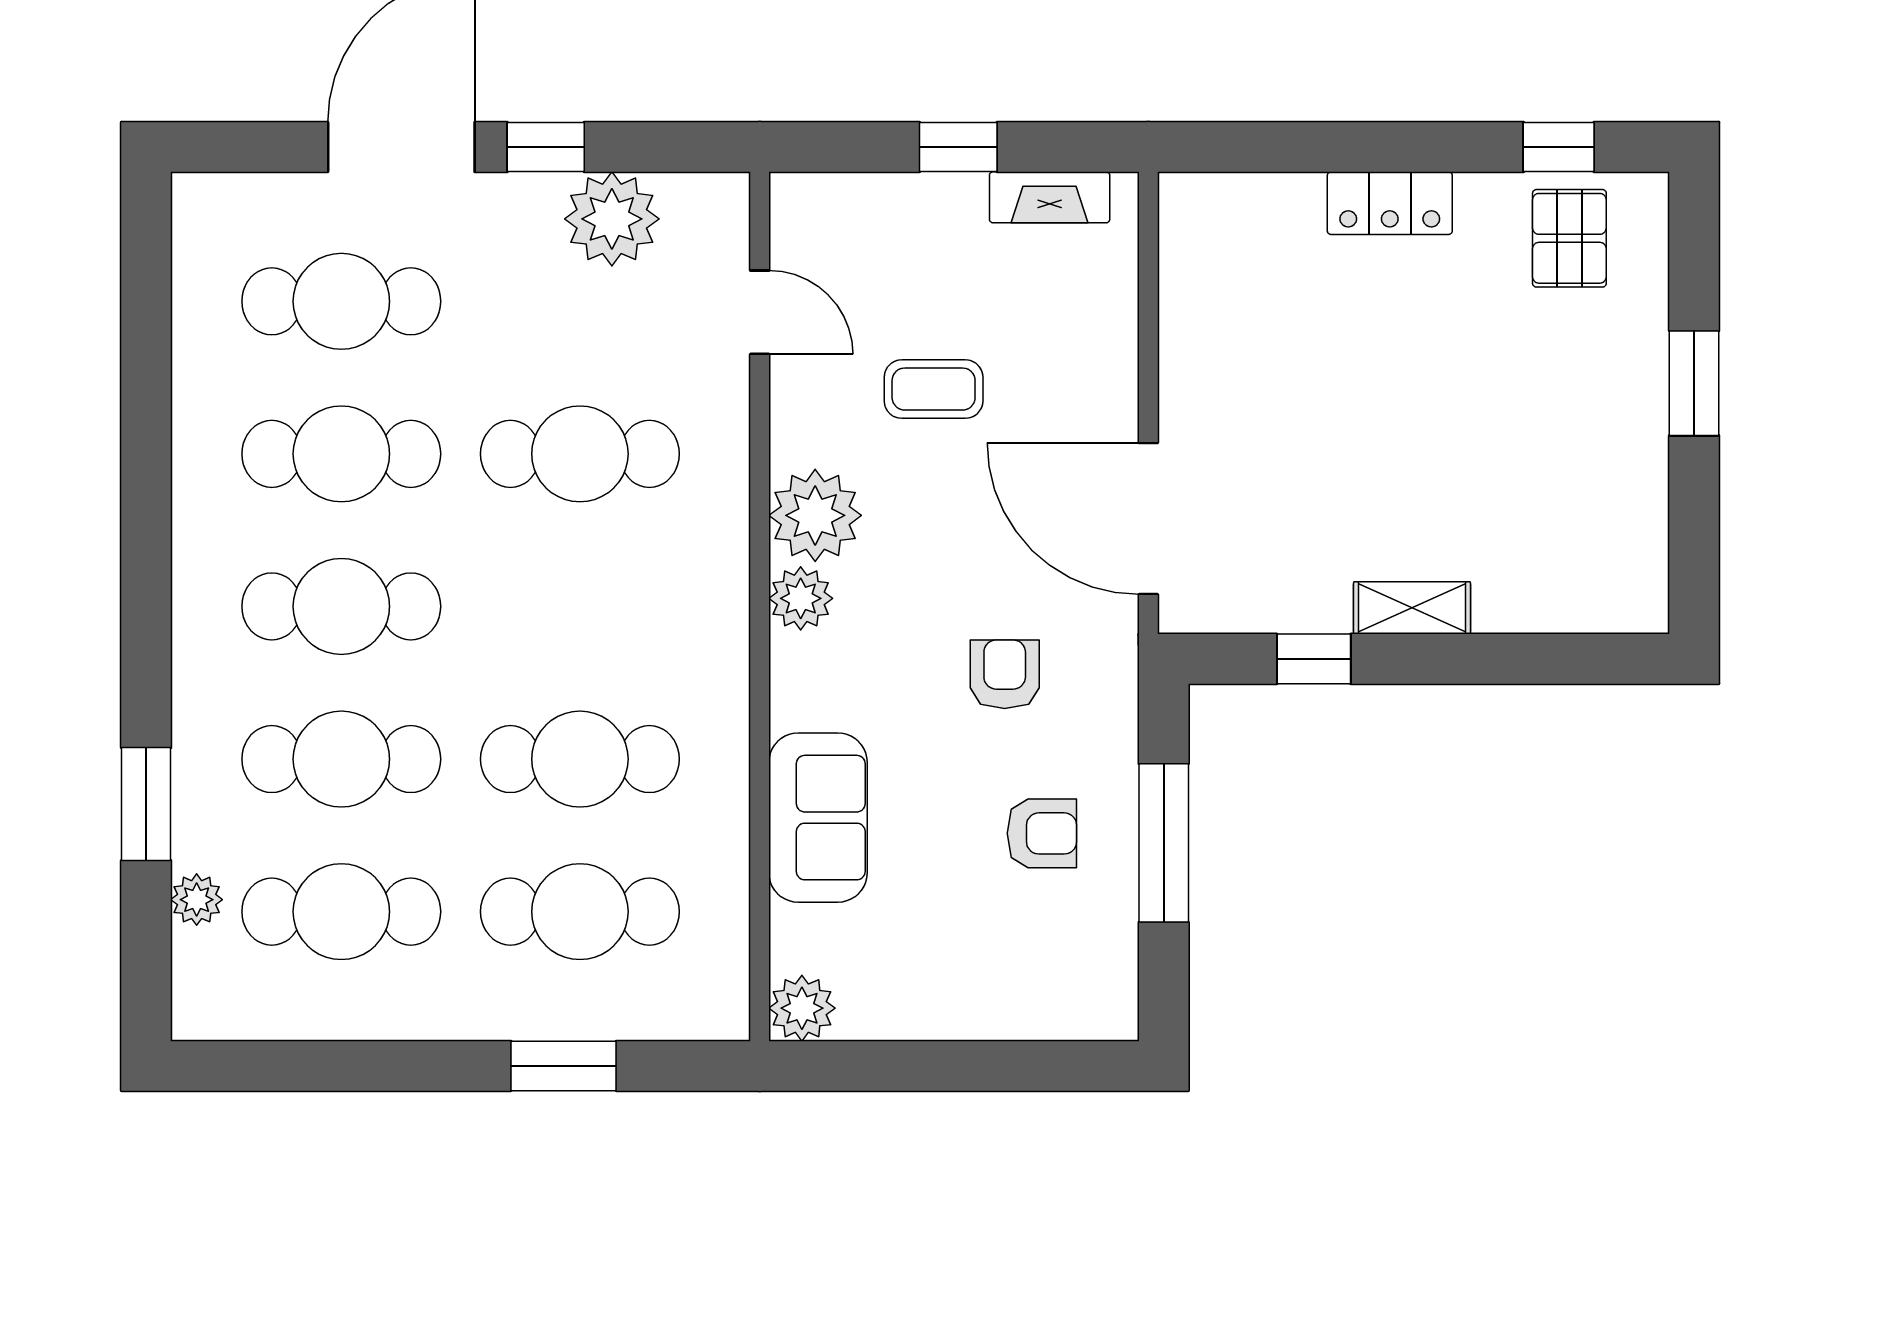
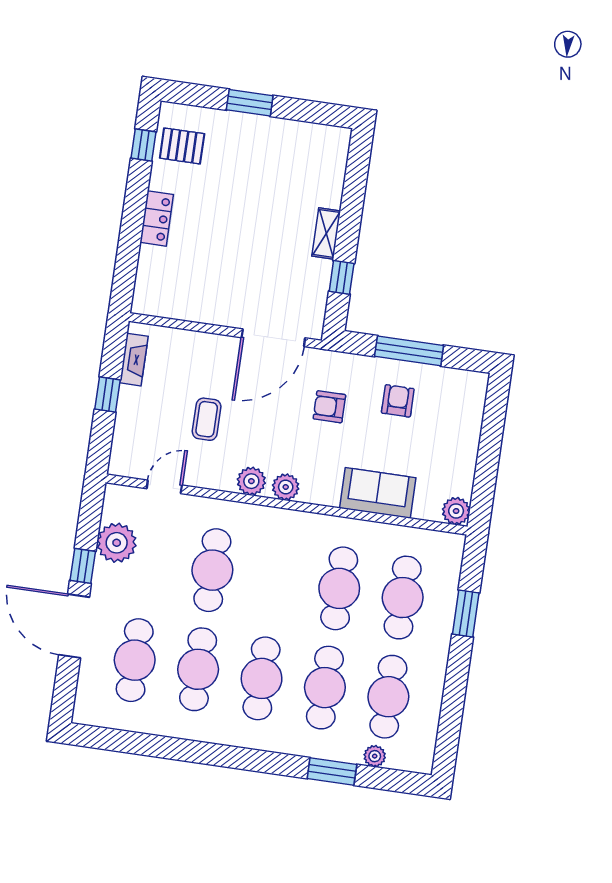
plant: (815, 515) -> (251, 481), width x0.73, depth x0.73

